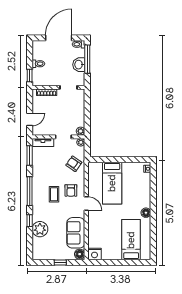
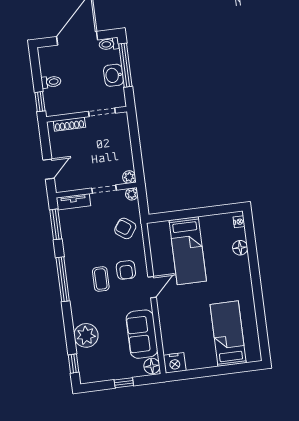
door: (86, 204) -> (152, 287), hinge flipped
floor lamp: (146, 213) -> (240, 248), moved
window: (30, 221) -> (74, 364), moved

